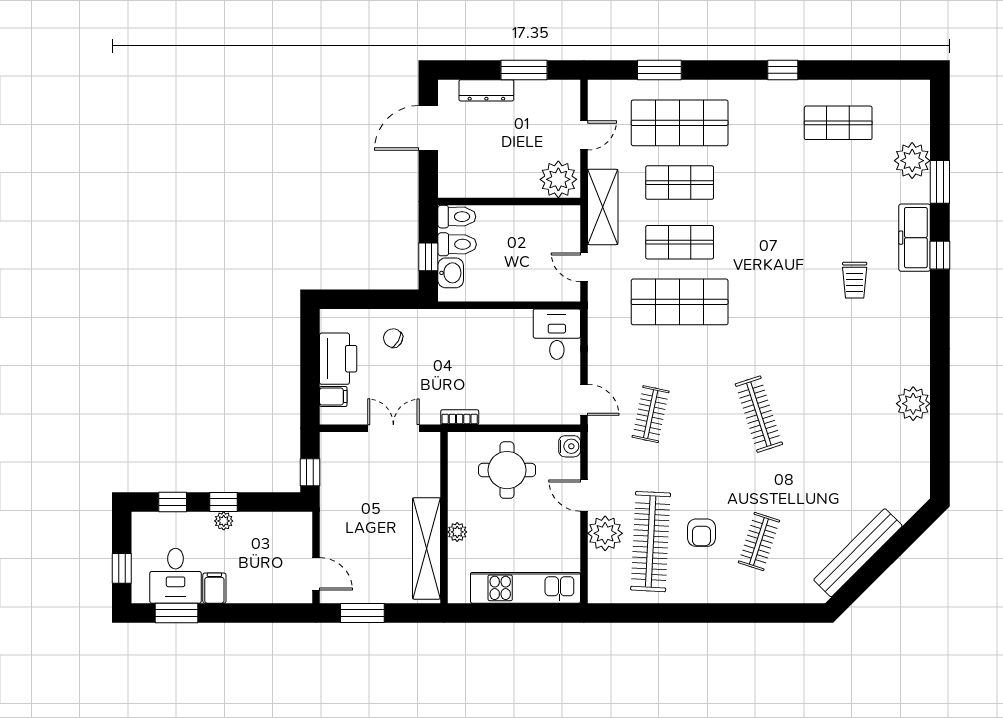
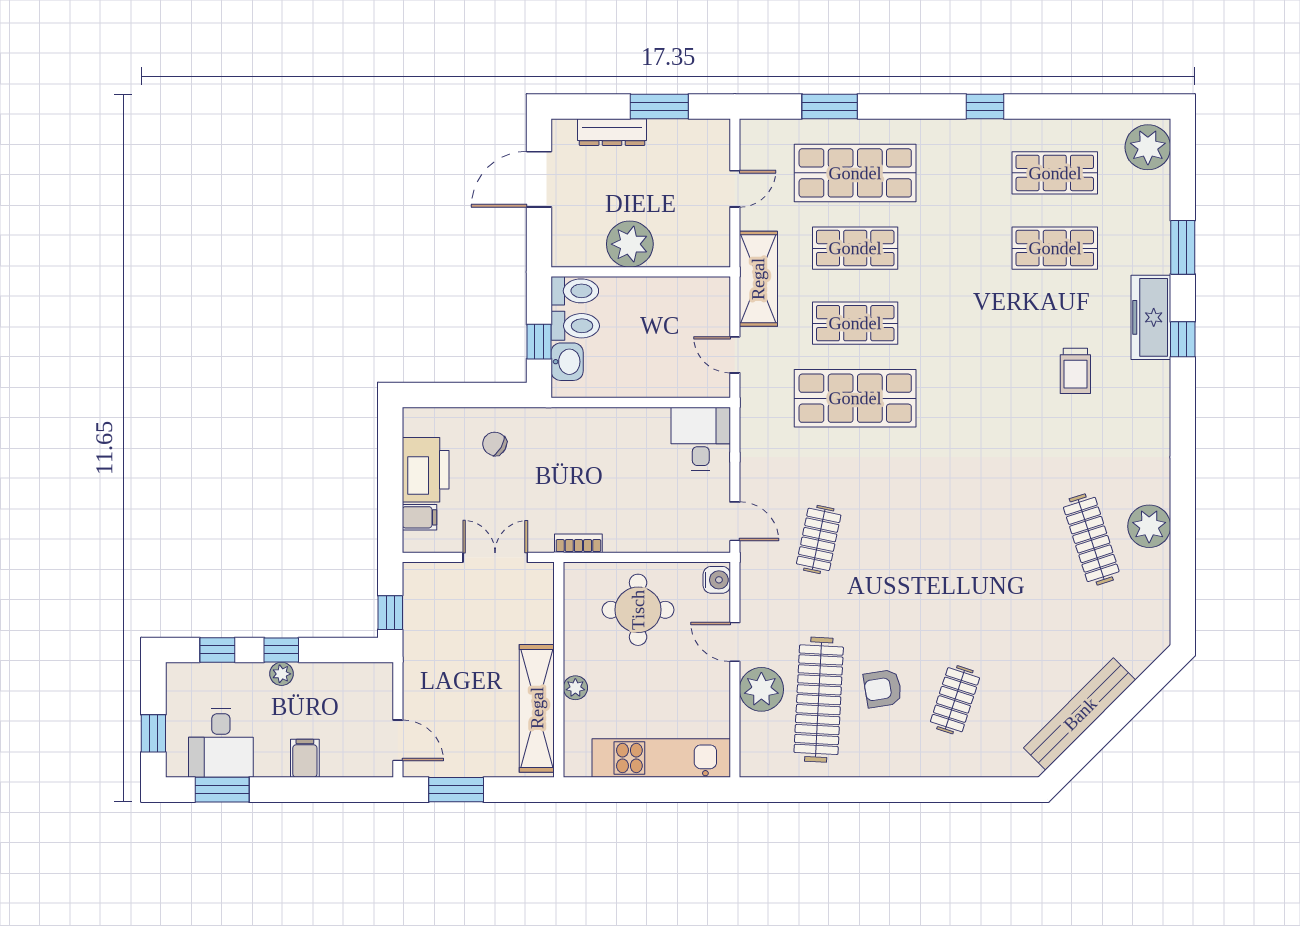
plant: (912, 161) -> (1148, 147), moved
plant: (558, 179) -> (630, 244), moved
shop shelf: (838, 183) -> (1055, 248), added
clothes rail: (759, 414) -> (1091, 539), moved
armchair: (701, 533) -> (883, 689), turned 81
filing cabinet: (214, 588) -> (305, 758), moved

